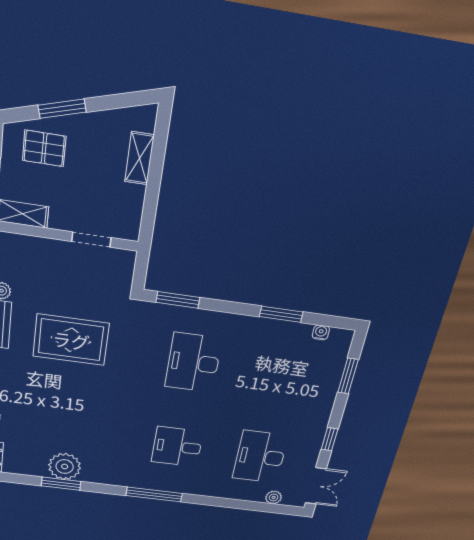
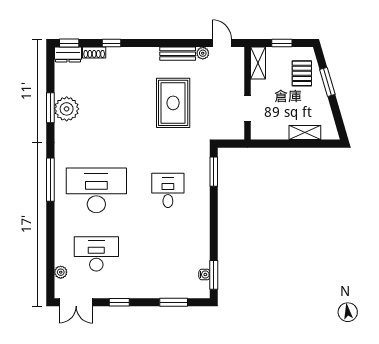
window: (281, 314) -> (214, 275), moved
desk: (193, 363) -> (168, 190), width x0.73
desk: (177, 447) -> (96, 190), width x1.87, depth x1.30

